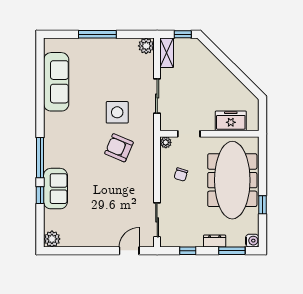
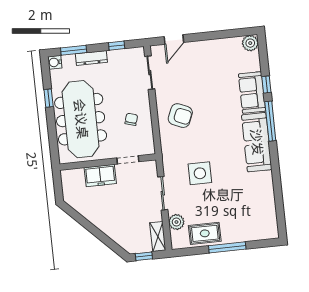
plant: (146, 46) -> (176, 222), moved
rug: (119, 51) -> (205, 233), added
sofa: (56, 82) -> (257, 142), moved
freezer: (231, 121) -> (100, 175), moved
plant: (166, 142) -> (149, 149), removed
armchair: (119, 148) -> (180, 116), moved
dresser: (215, 241) -> (91, 58), width x1.44

